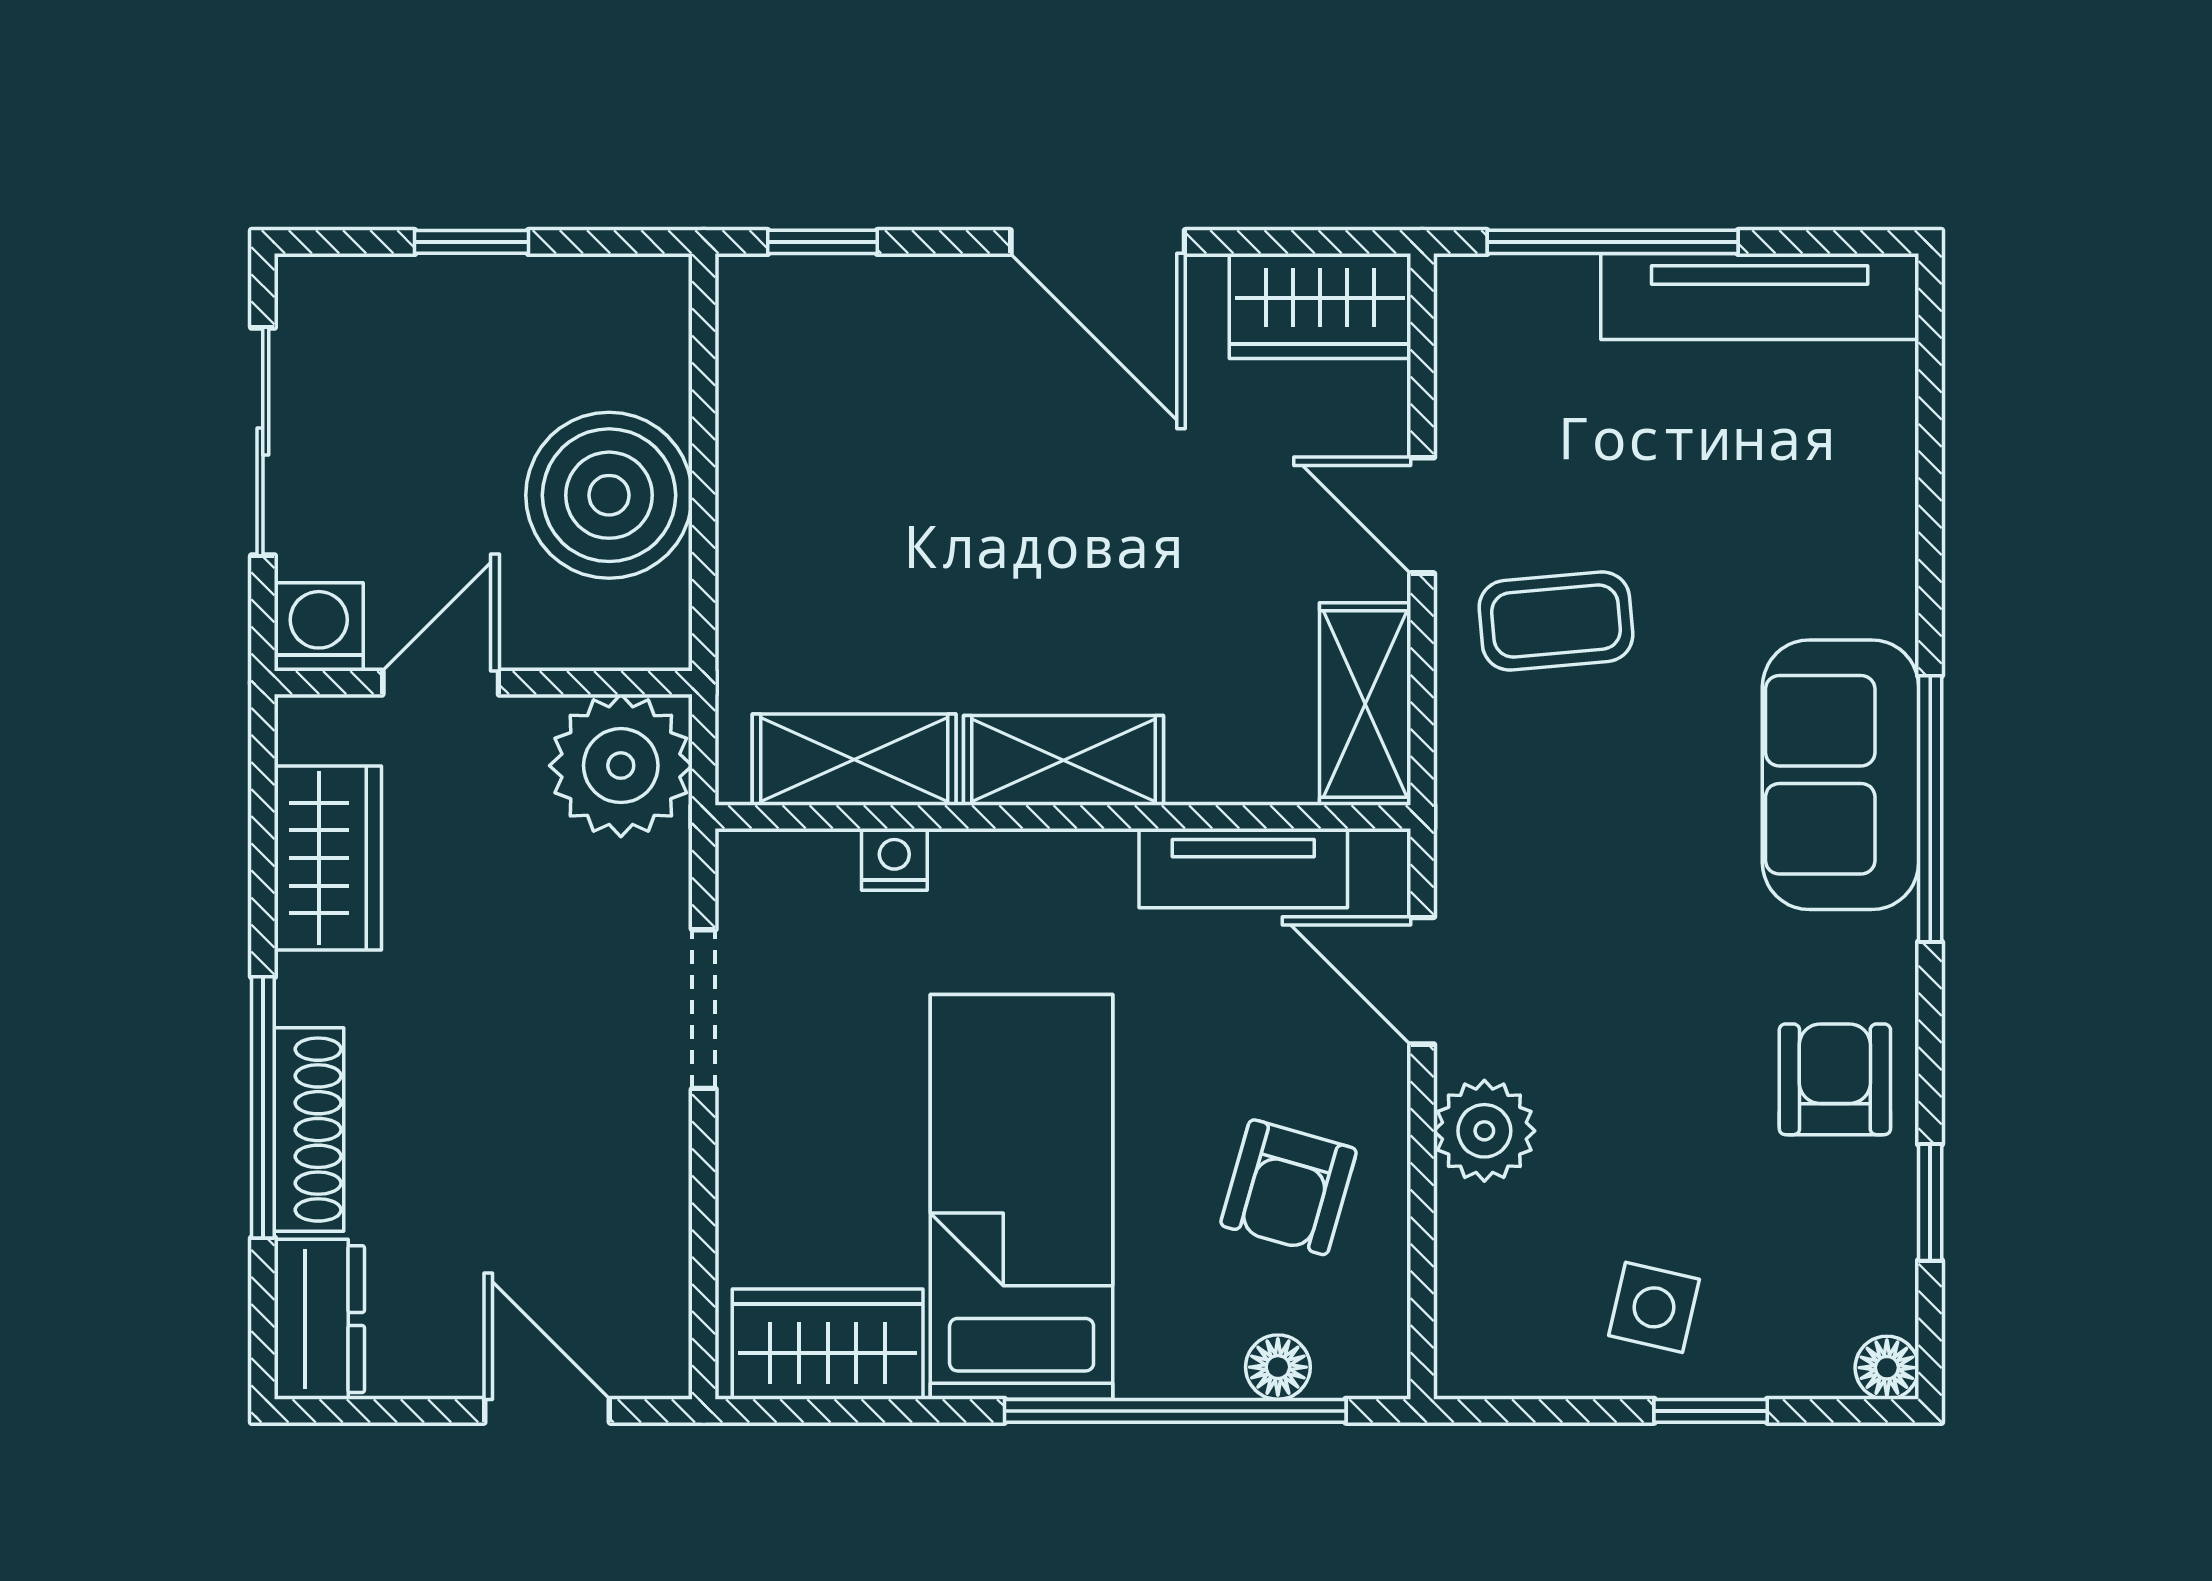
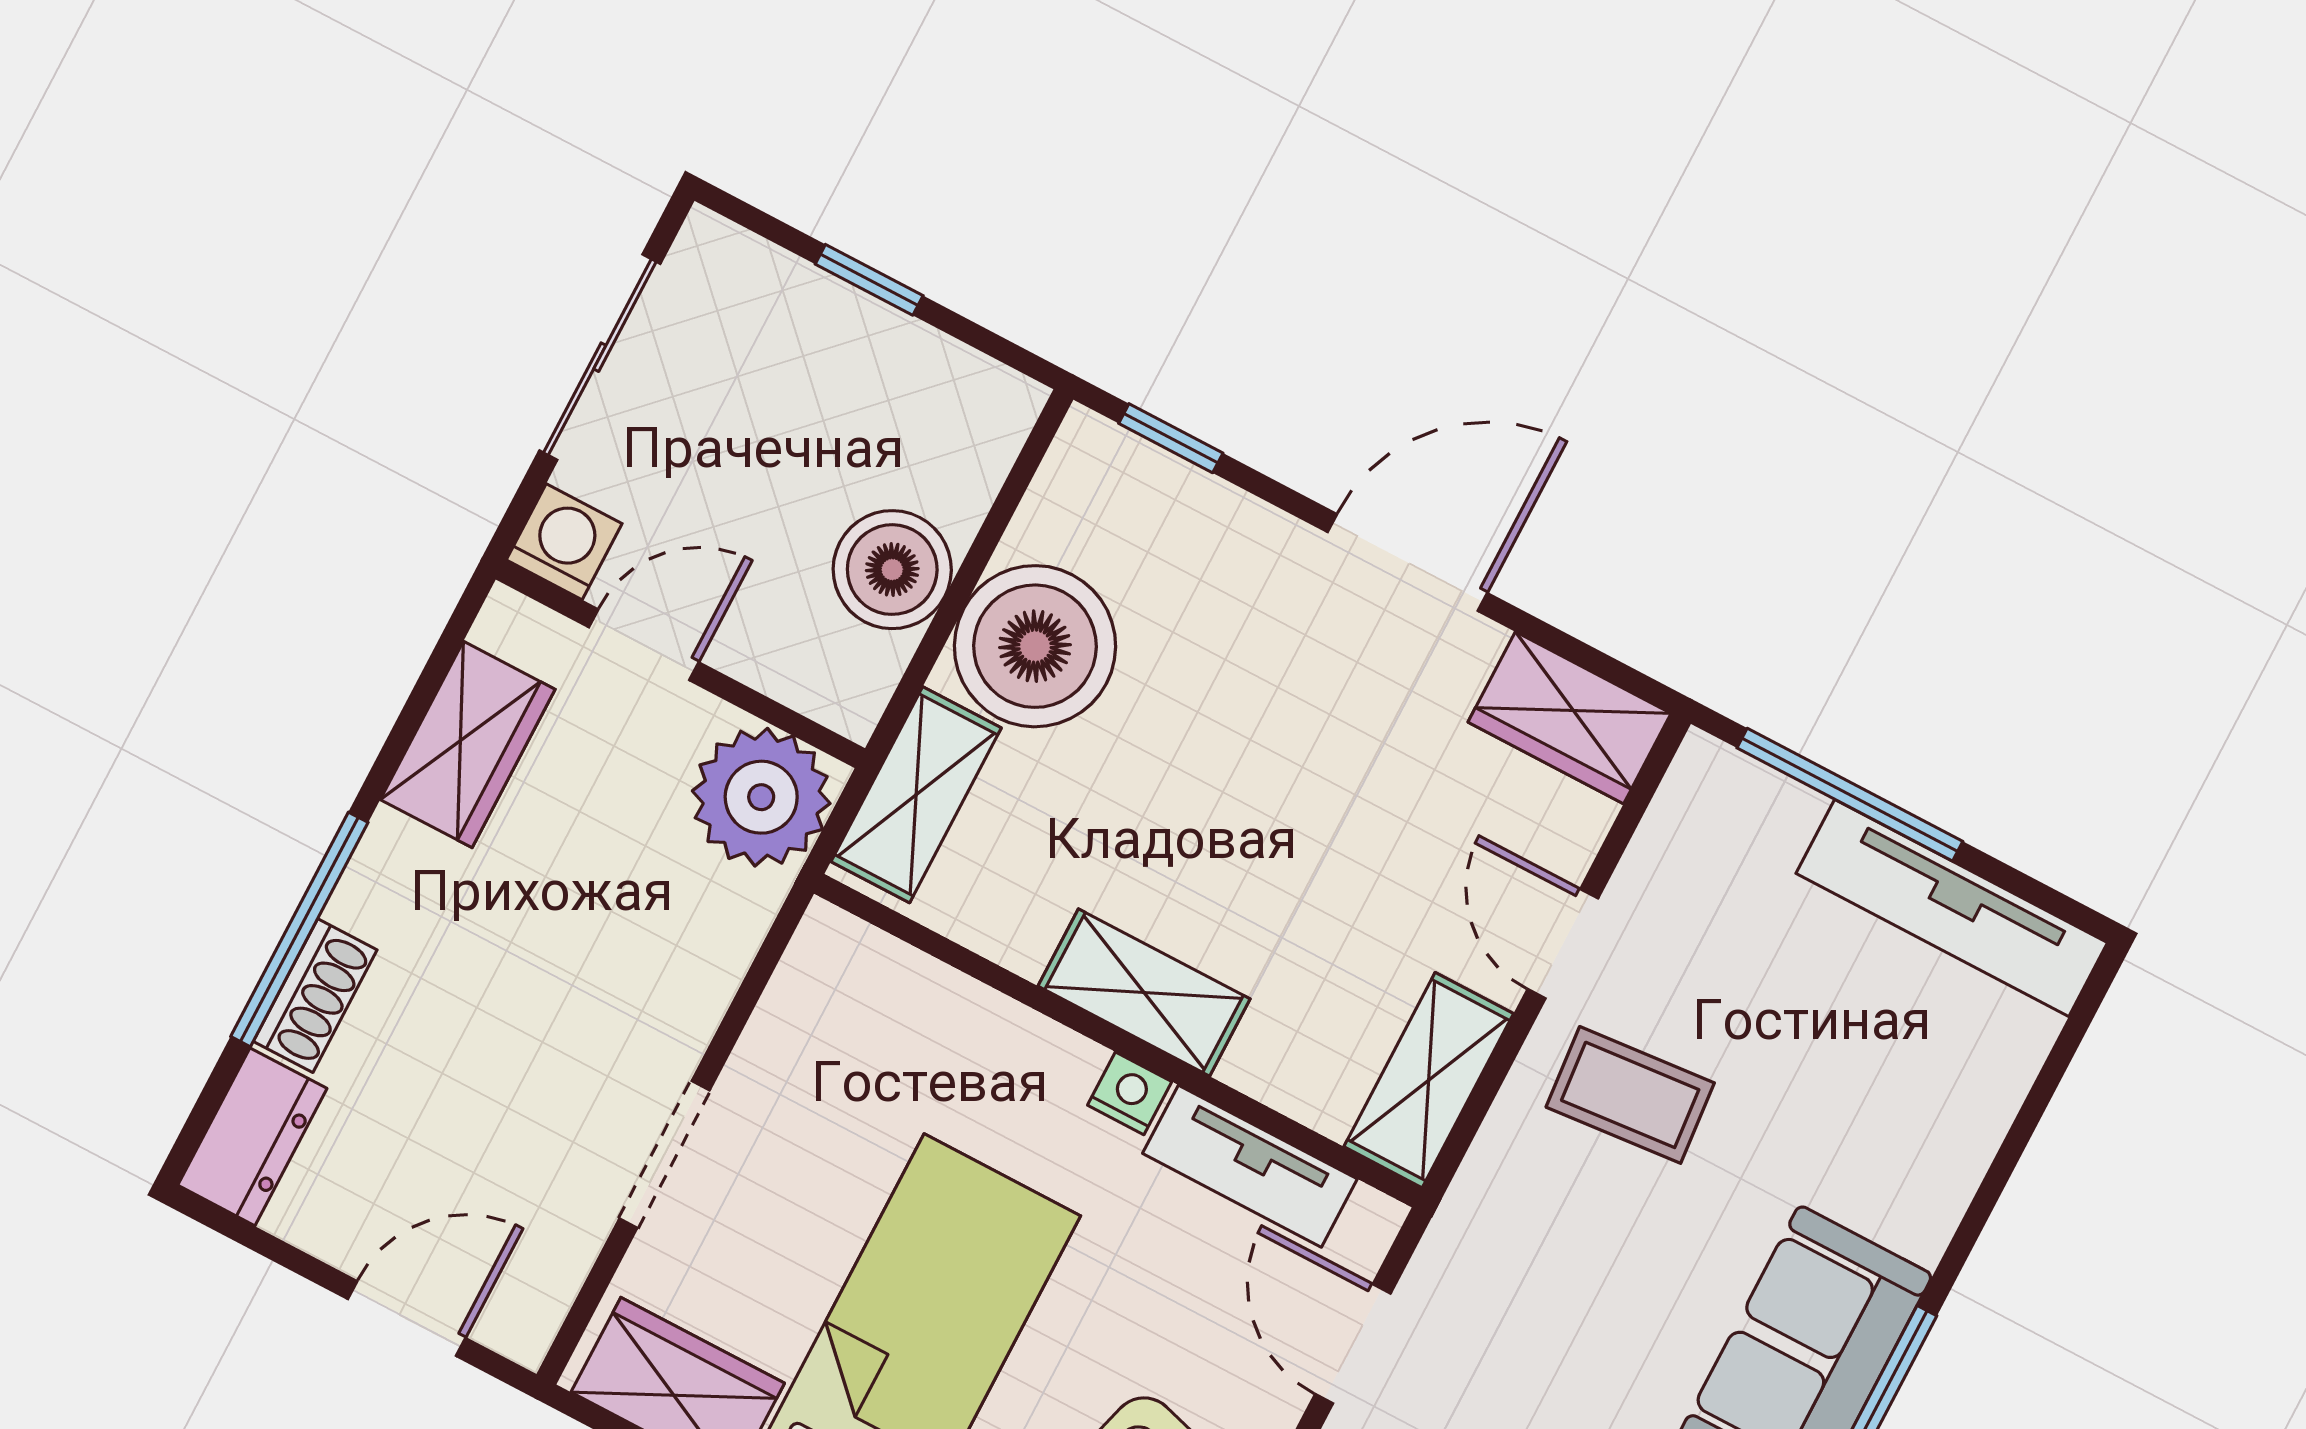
door: (1098, 242) -> (1407, 562), swing flipped
boiler: (609, 495) -> (892, 570), width x0.73, depth x0.73
boiler: (798, 497) -> (1035, 646), added
shelving: (854, 760) -> (916, 795), moved, turned 90
nightstand: (894, 859) -> (1130, 1093), moved
doorway: (704, 1009) -> (664, 1154), moved
shoe rack: (309, 1130) -> (315, 996), width x0.70
door: (547, 1411) -> (407, 1319), hinge flipped

